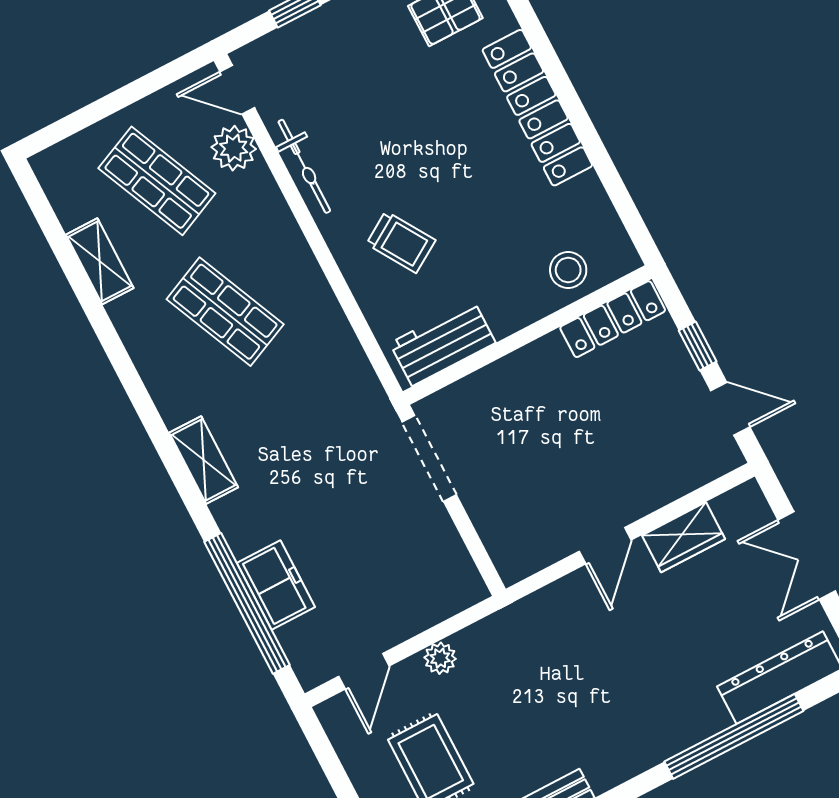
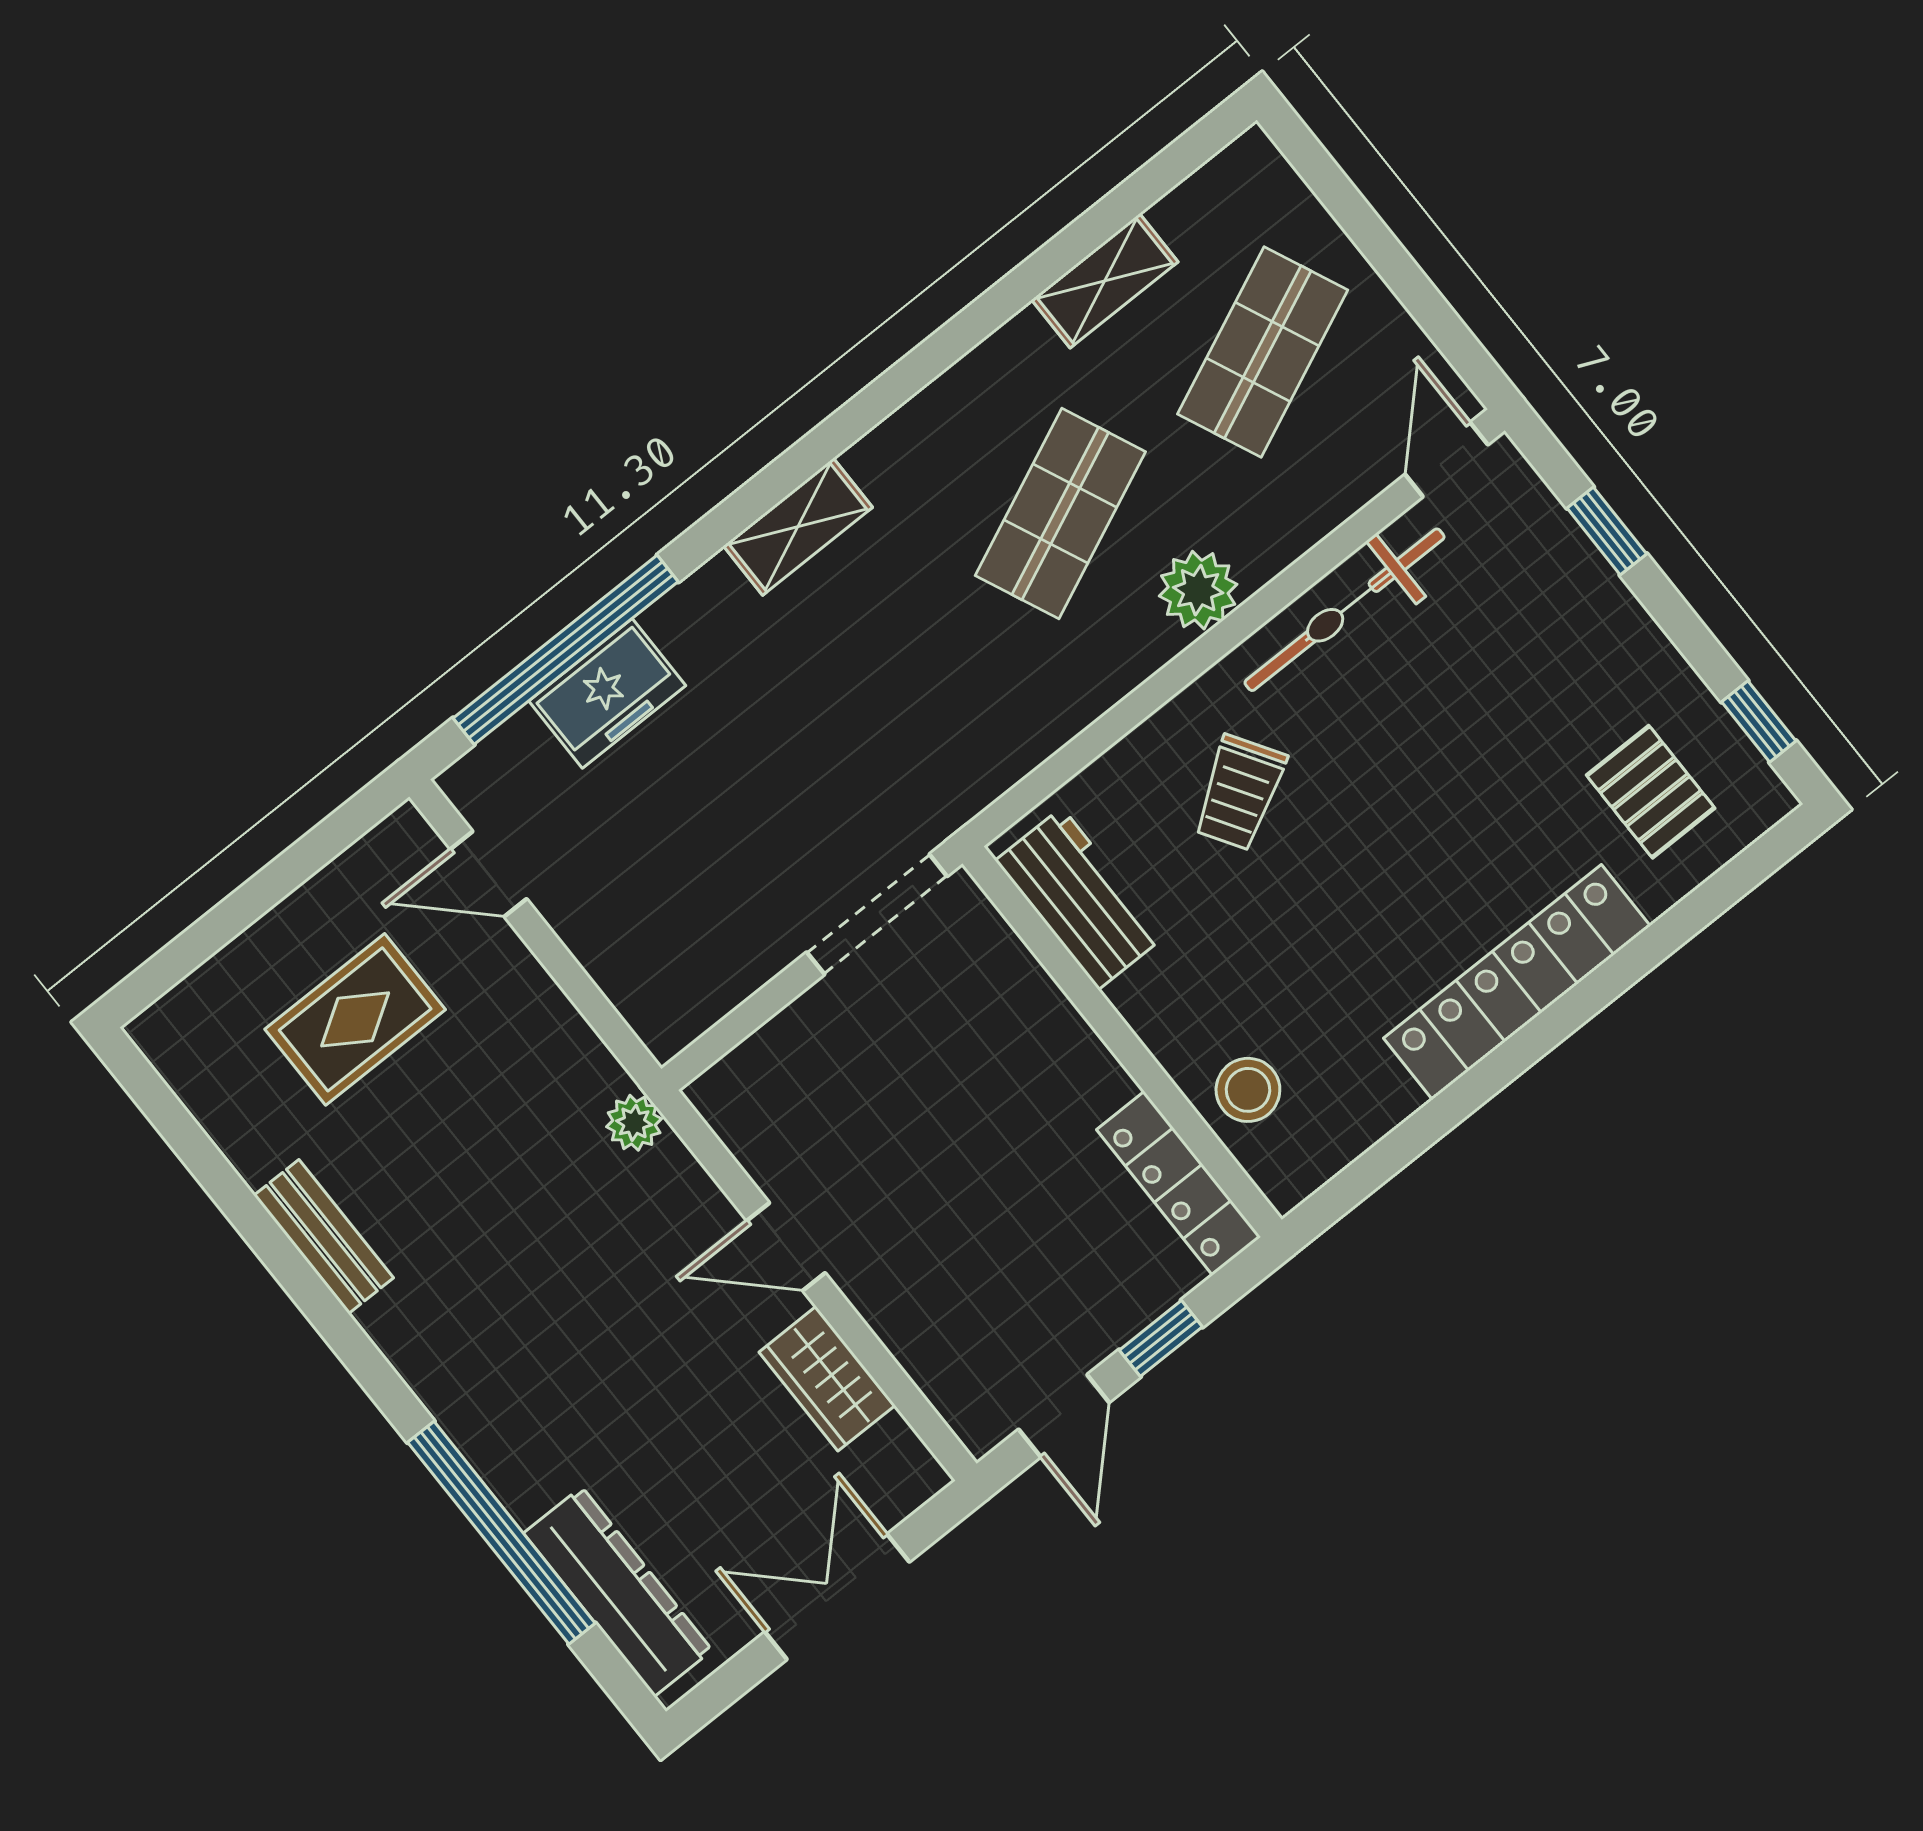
plant: (234, 148) -> (1198, 590), moved
bicycle: (304, 166) -> (1345, 610), width x1.37, depth x1.40
plant: (440, 658) -> (634, 1123), moved

